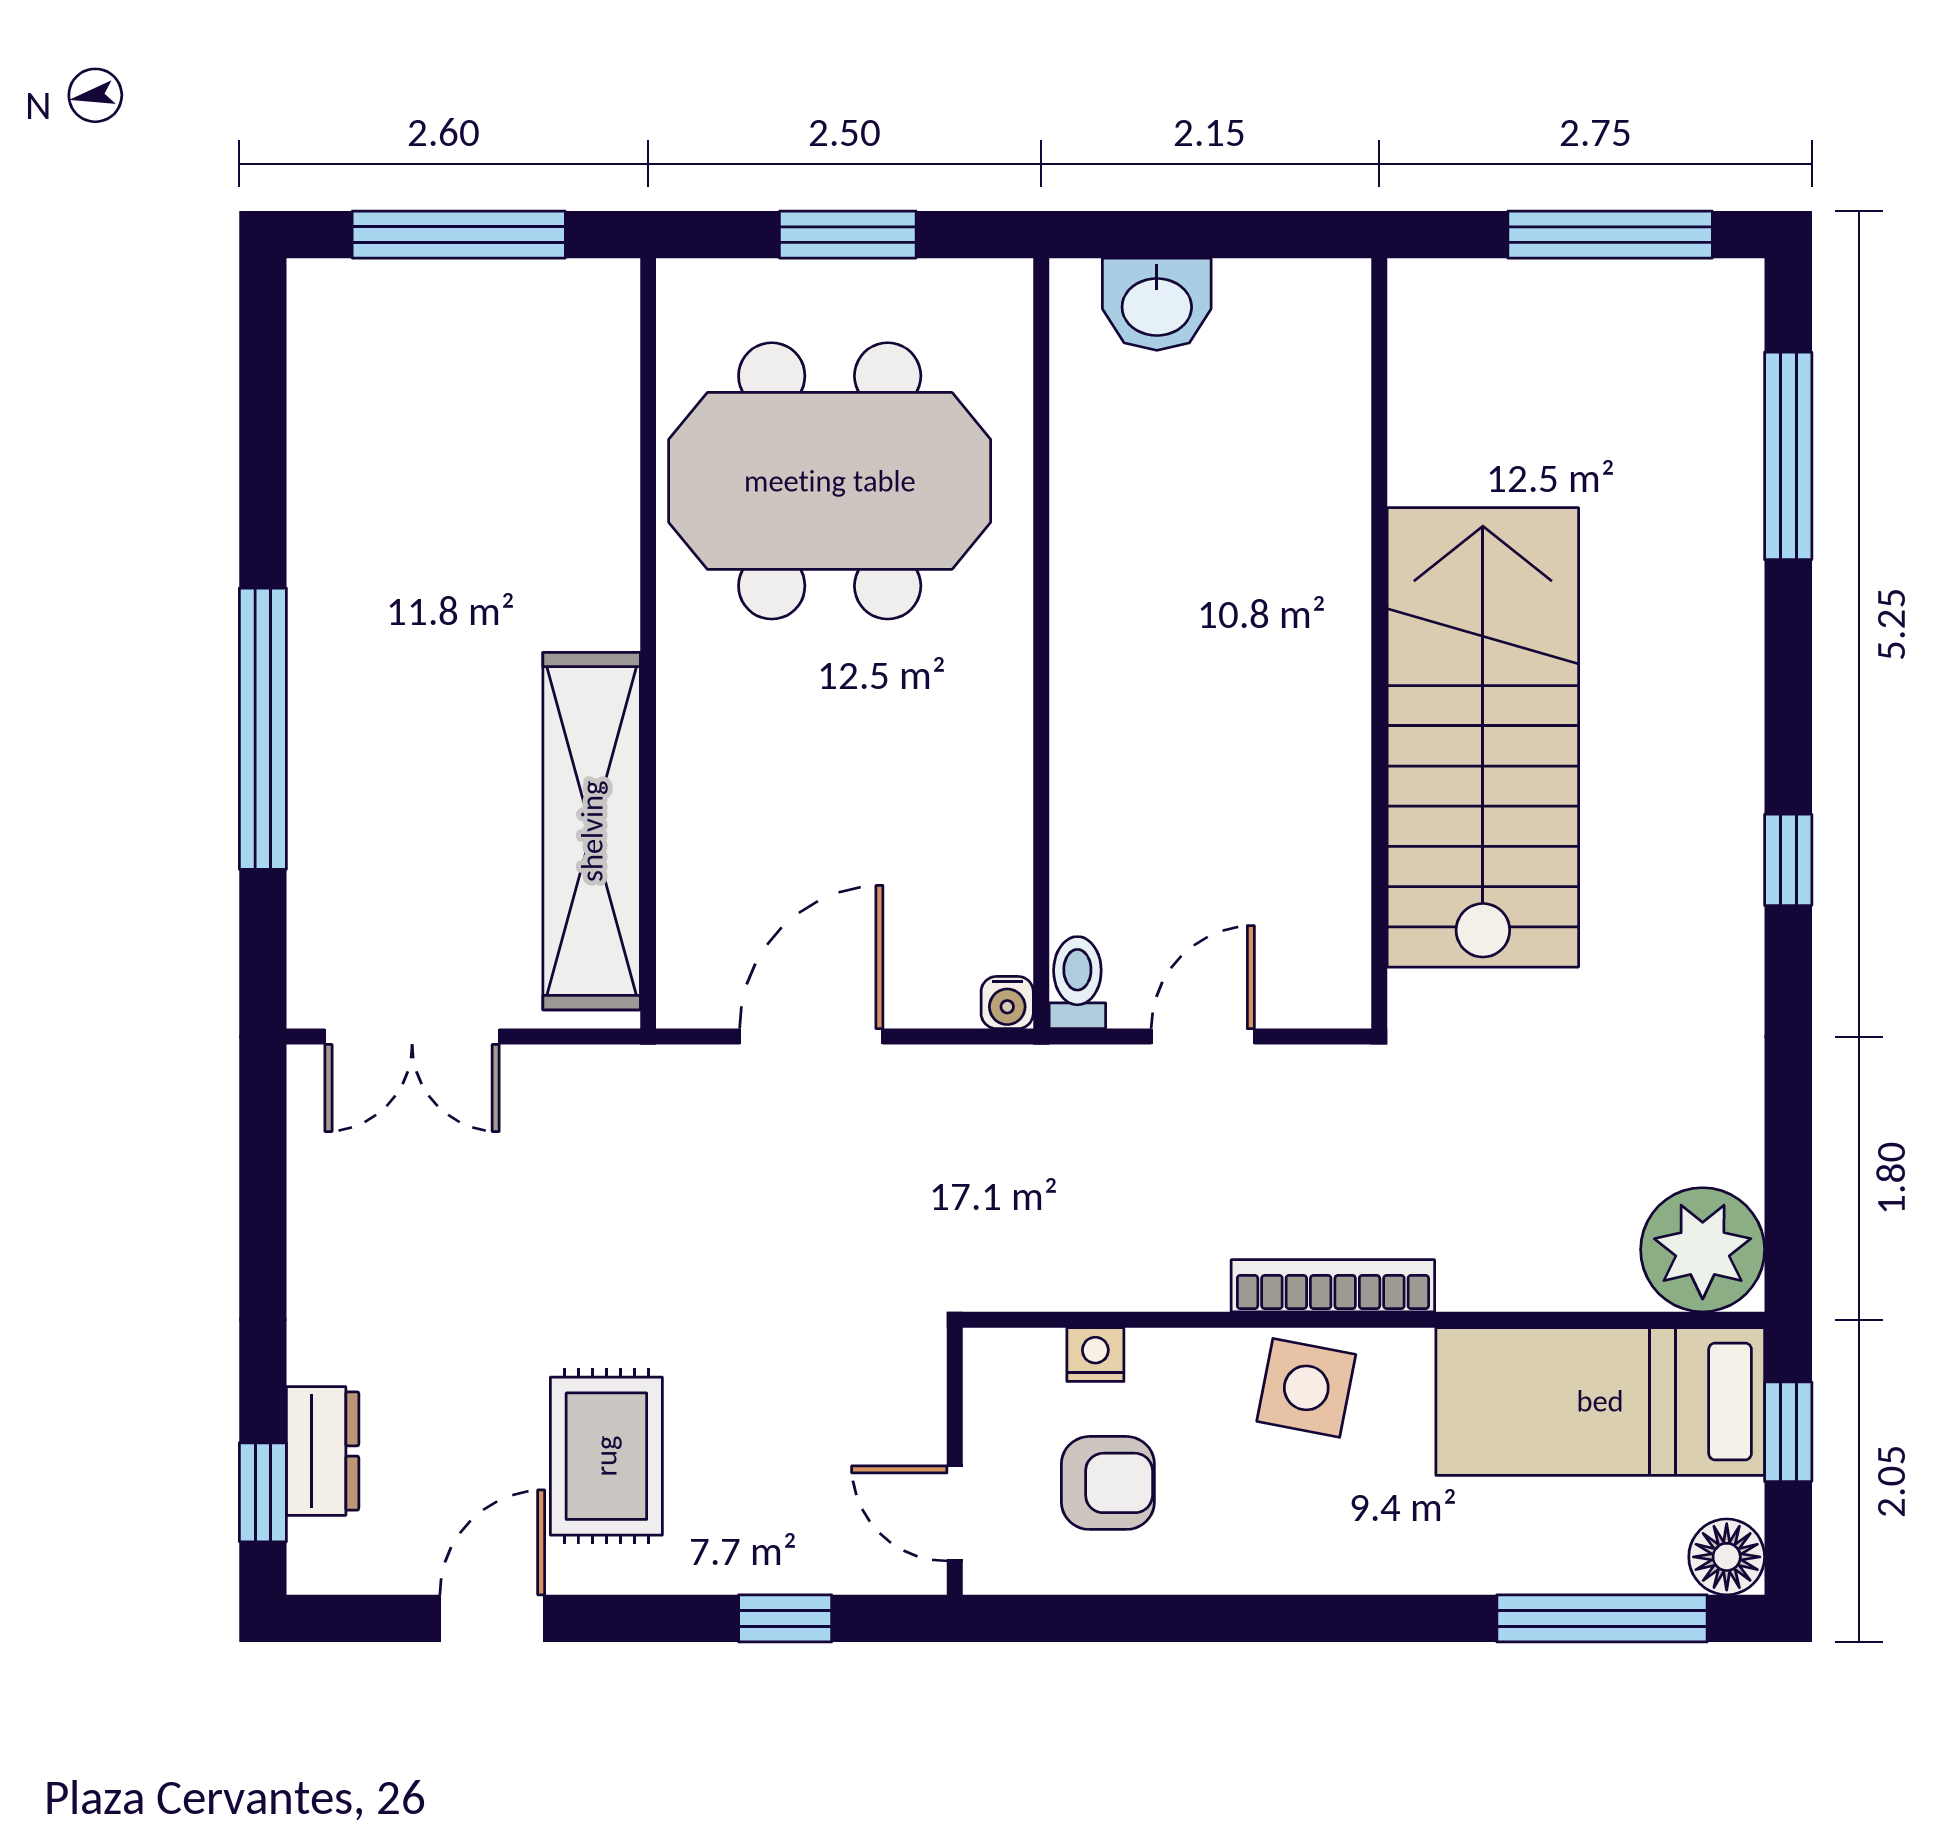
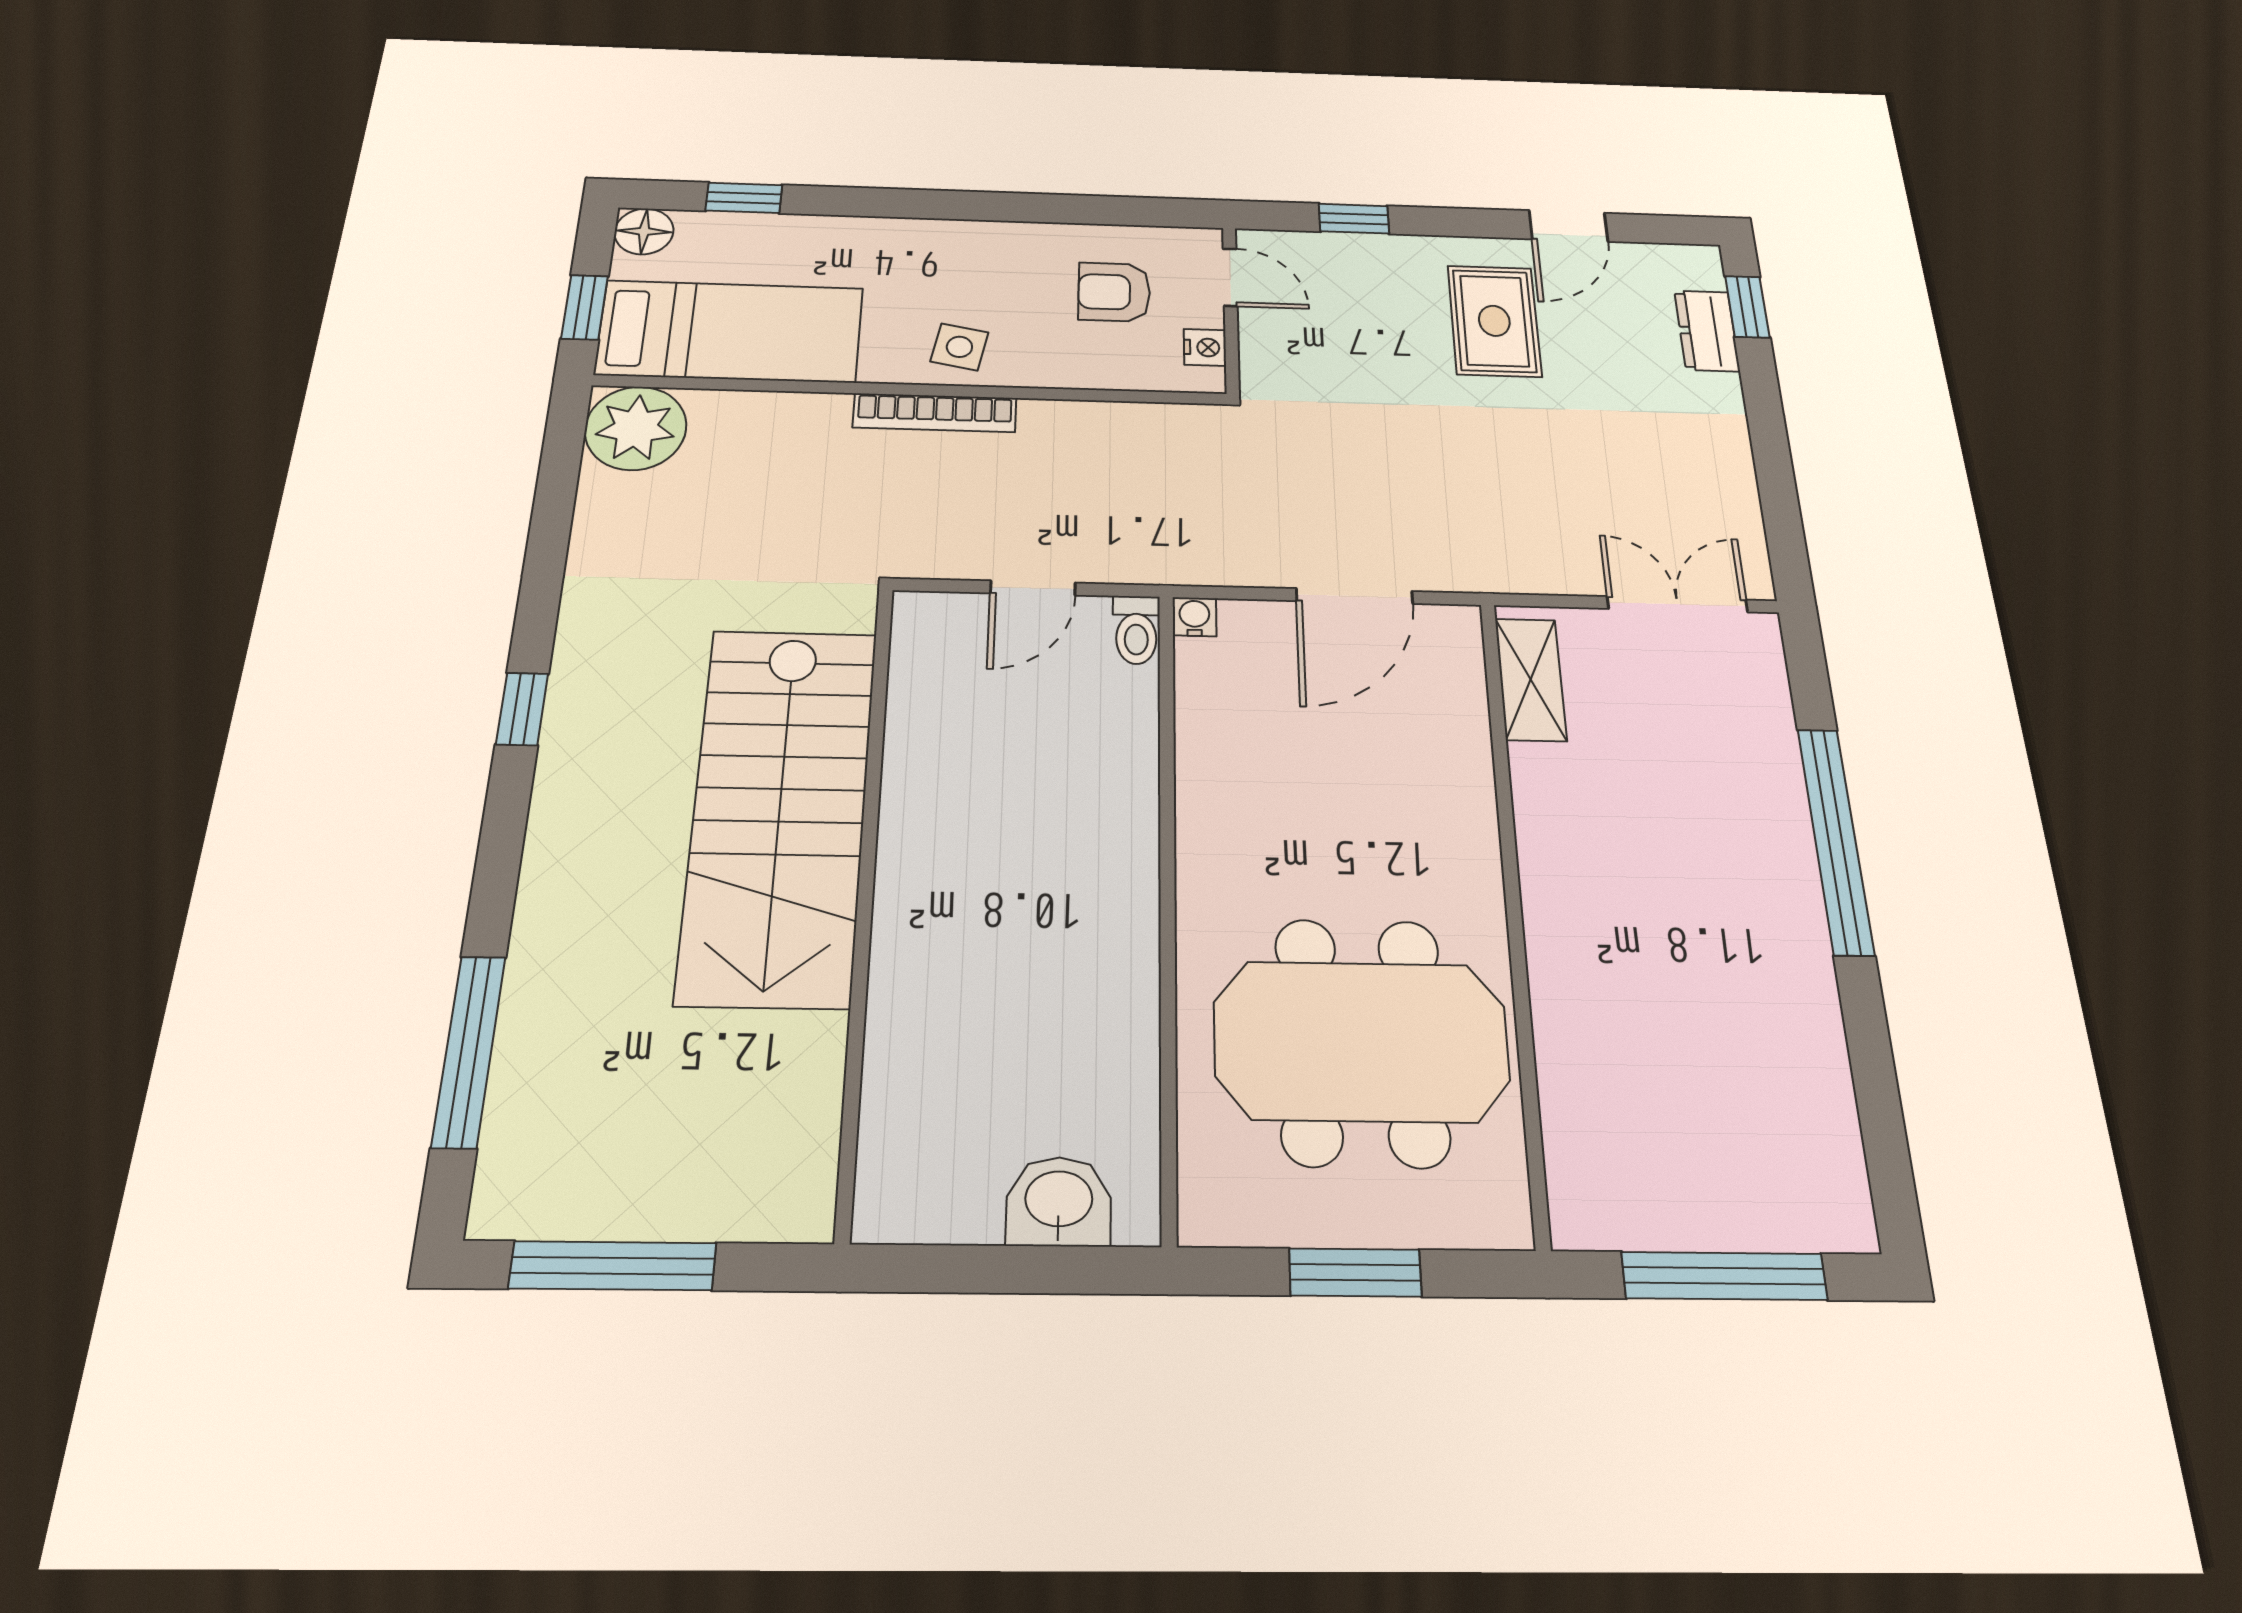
shelving: (592, 831) -> (1531, 679), width x0.45, depth x0.75
nightstand: (1095, 1354) -> (1205, 347), moved, turned -90
side table: (1306, 1388) -> (959, 347), width x0.73, depth x0.73
window: (1602, 1618) -> (744, 198), width x0.46

